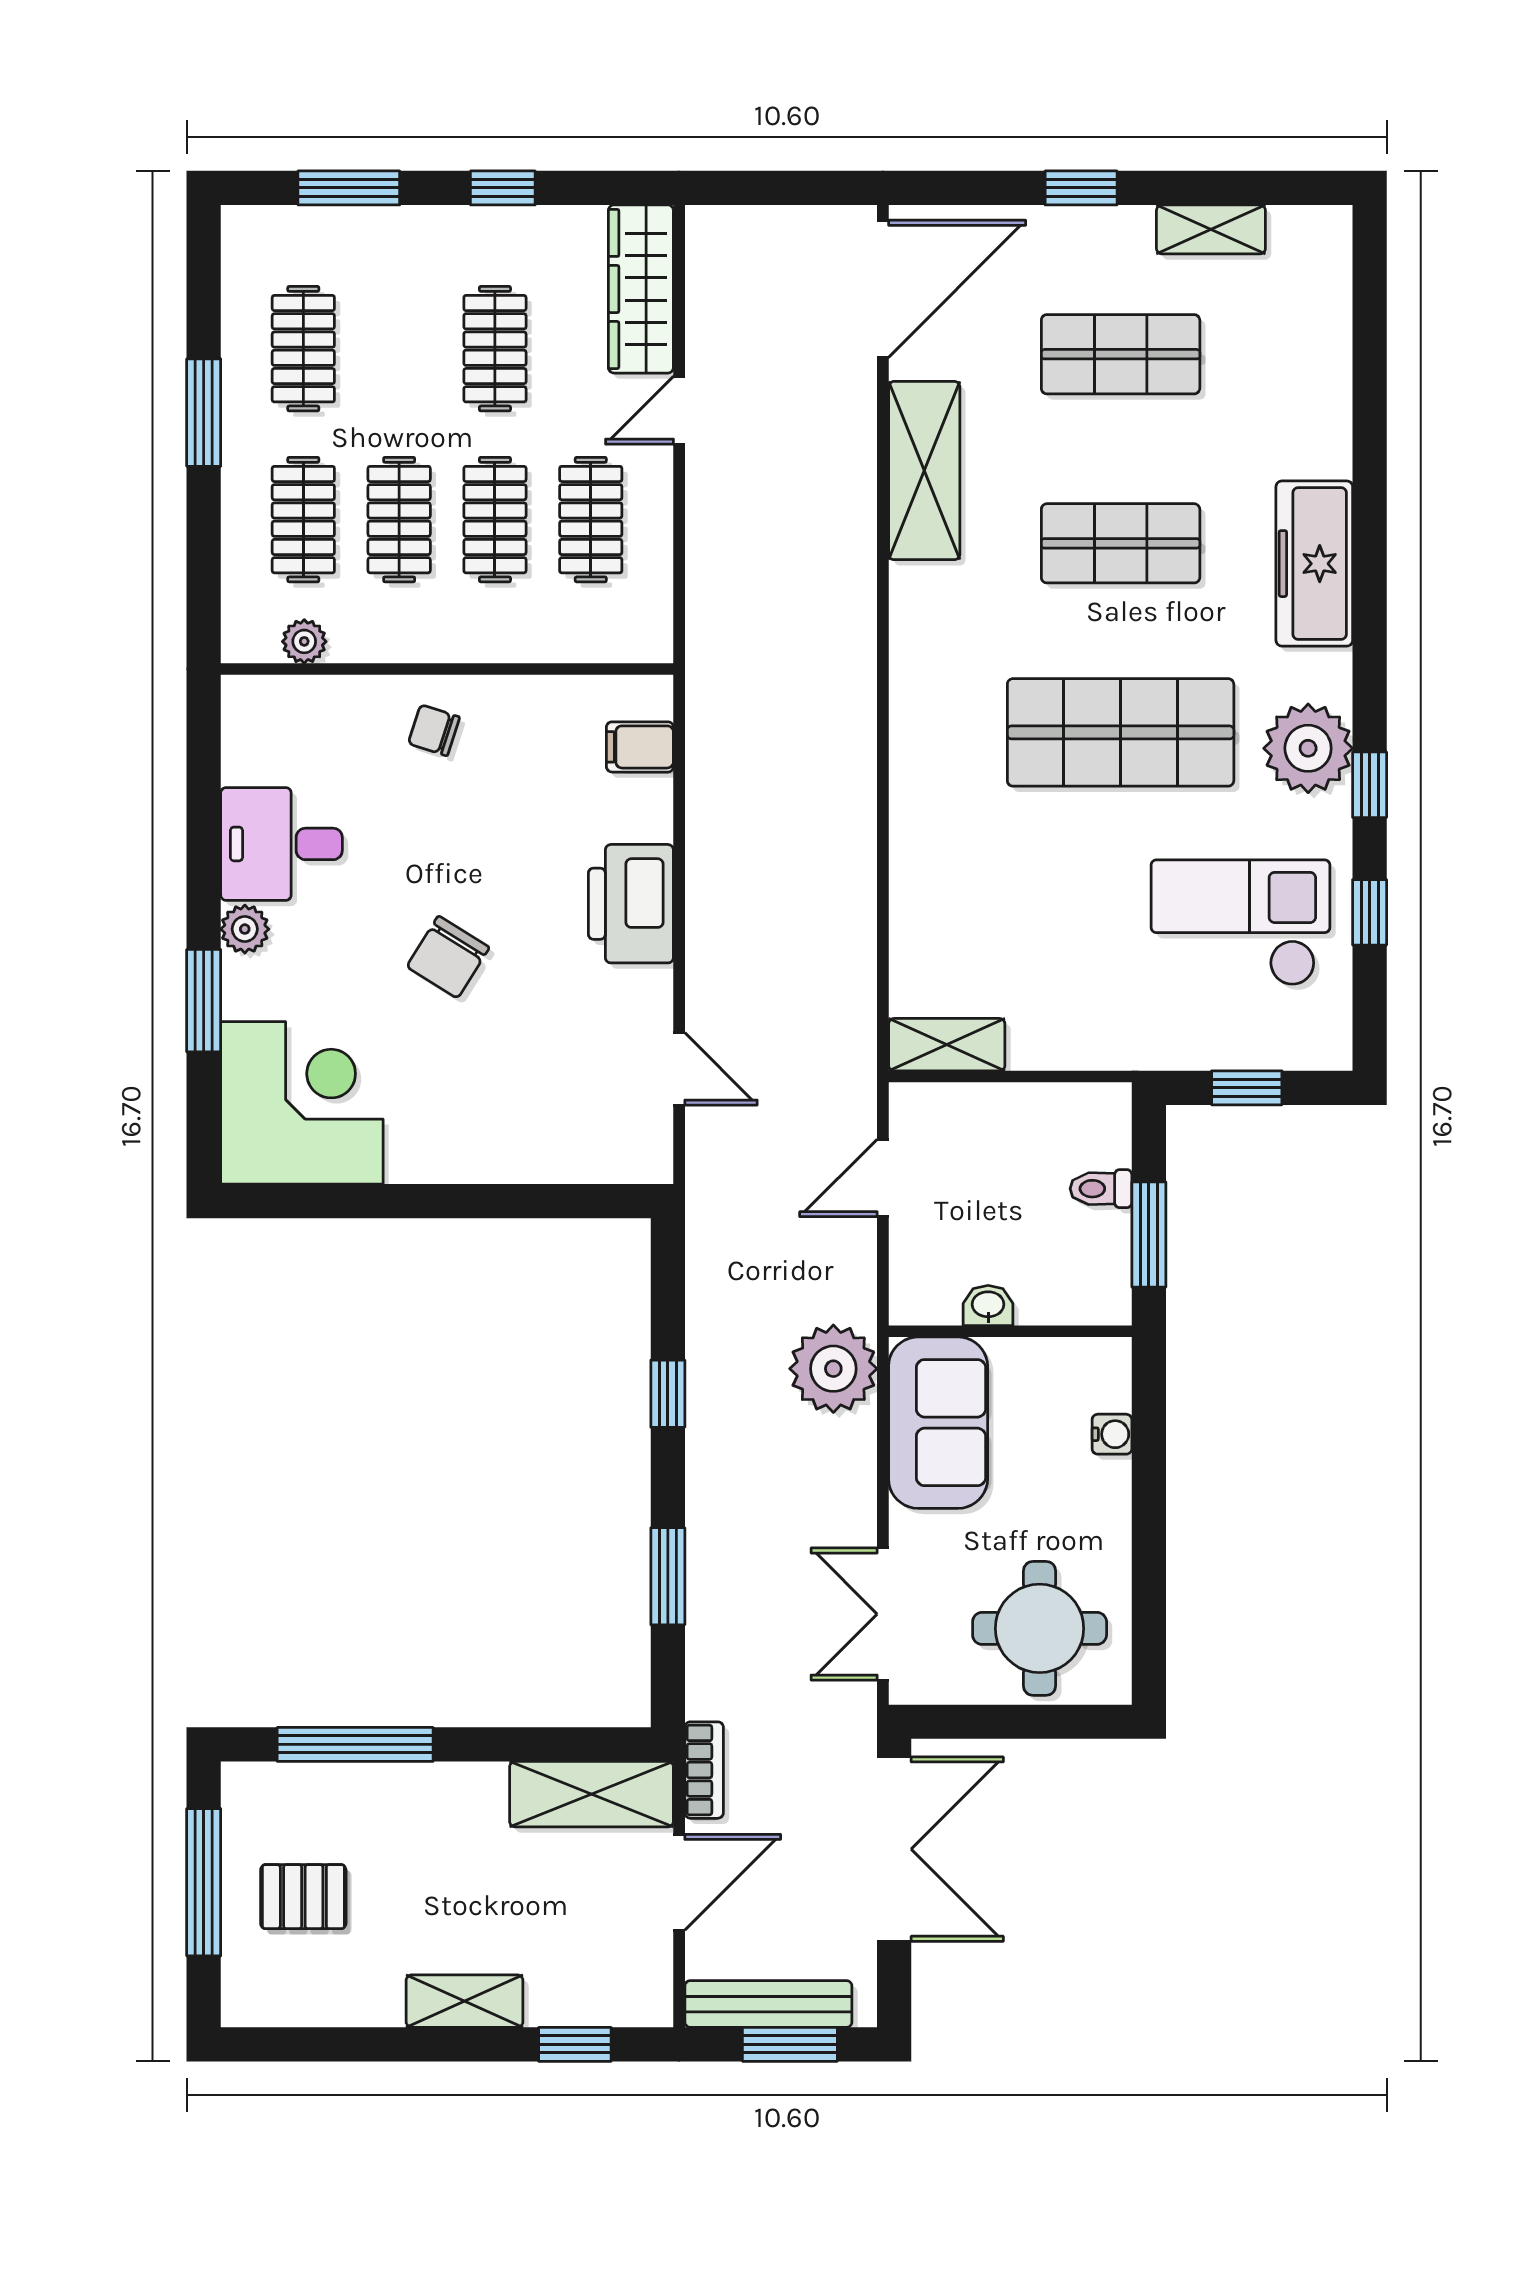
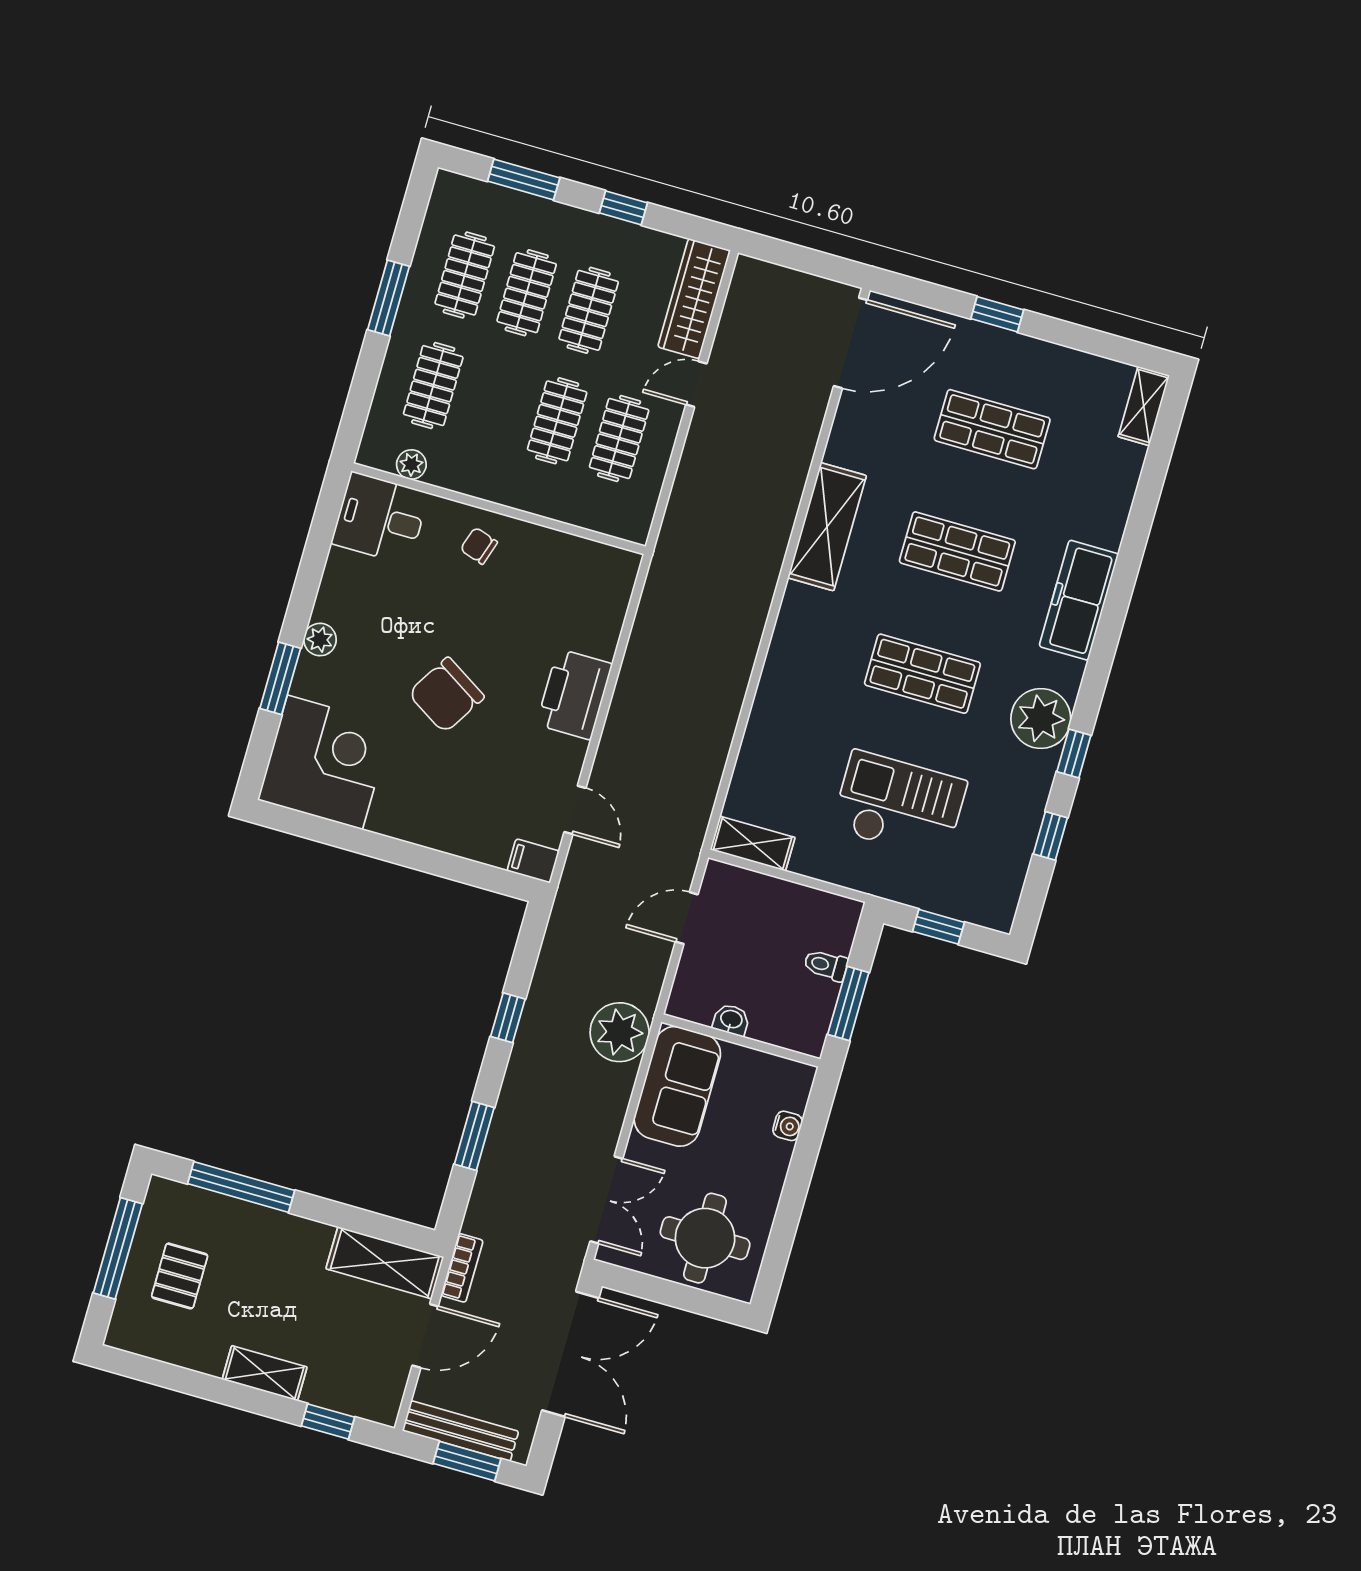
shelving: (1211, 229) -> (1144, 406), moved, turned 90
shelving: (924, 471) -> (827, 527), moved
clothes rail: (399, 520) -> (527, 293), moved
shop shelf: (1121, 732) -> (922, 674), width x0.70, depth x0.74
filing cabinet: (640, 747) -> (533, 861), moved
desk: (281, 844) -> (380, 518), moved
checkout: (1240, 923) -> (899, 805), moved
chair: (448, 957) -> (446, 695), width x1.37, depth x1.37
double door: (883, 1614) -> (606, 1200), swing flipped
pallet: (303, 1897) -> (180, 1276), turned 90

